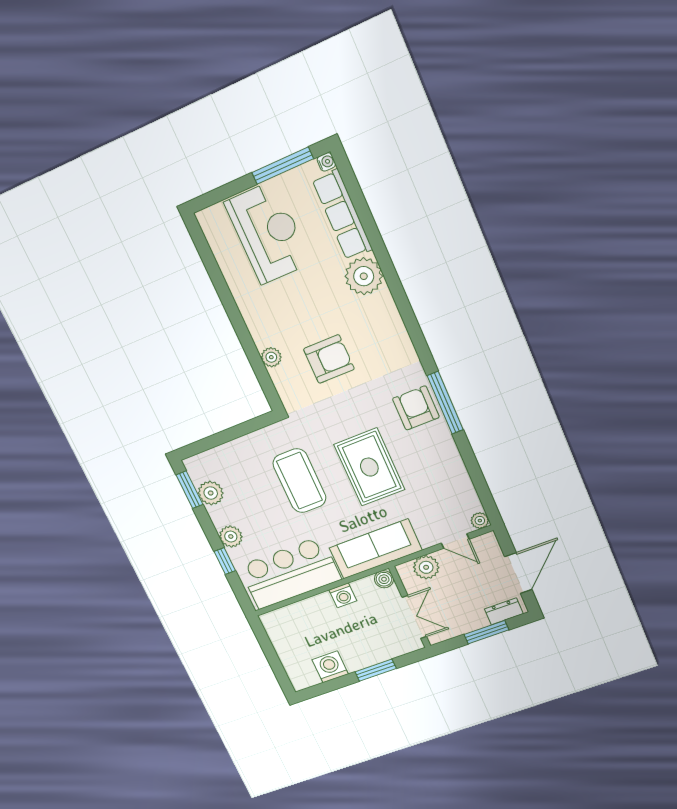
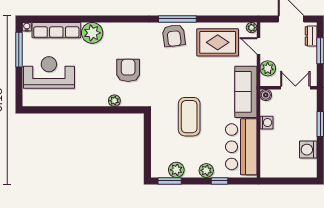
armchair: (416, 408) -> (174, 36), turned -97
rug: (369, 467) -> (218, 42), moved
coffee table: (299, 481) -> (189, 117), turned 90
door: (455, 541) -> (258, 46), swing flipped

